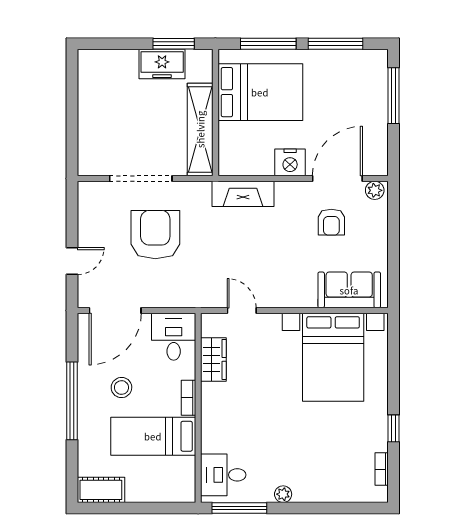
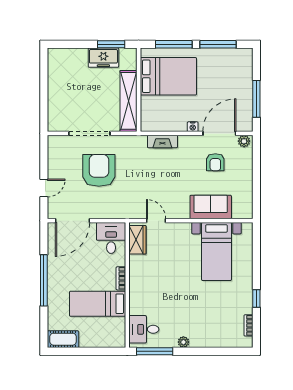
window: (393, 96) -> (256, 99), moved
nightstand: (290, 162) -> (193, 127), width x0.53, depth x0.56
fireplace: (243, 194) -> (162, 141), width x0.73, depth x0.76
sofa: (349, 290) -> (211, 207), moved
bed with nightstands: (333, 357) -> (216, 252), width x0.73
wardrobe: (213, 359) -> (137, 240), moved
stool: (121, 388) -> (77, 272), removed

